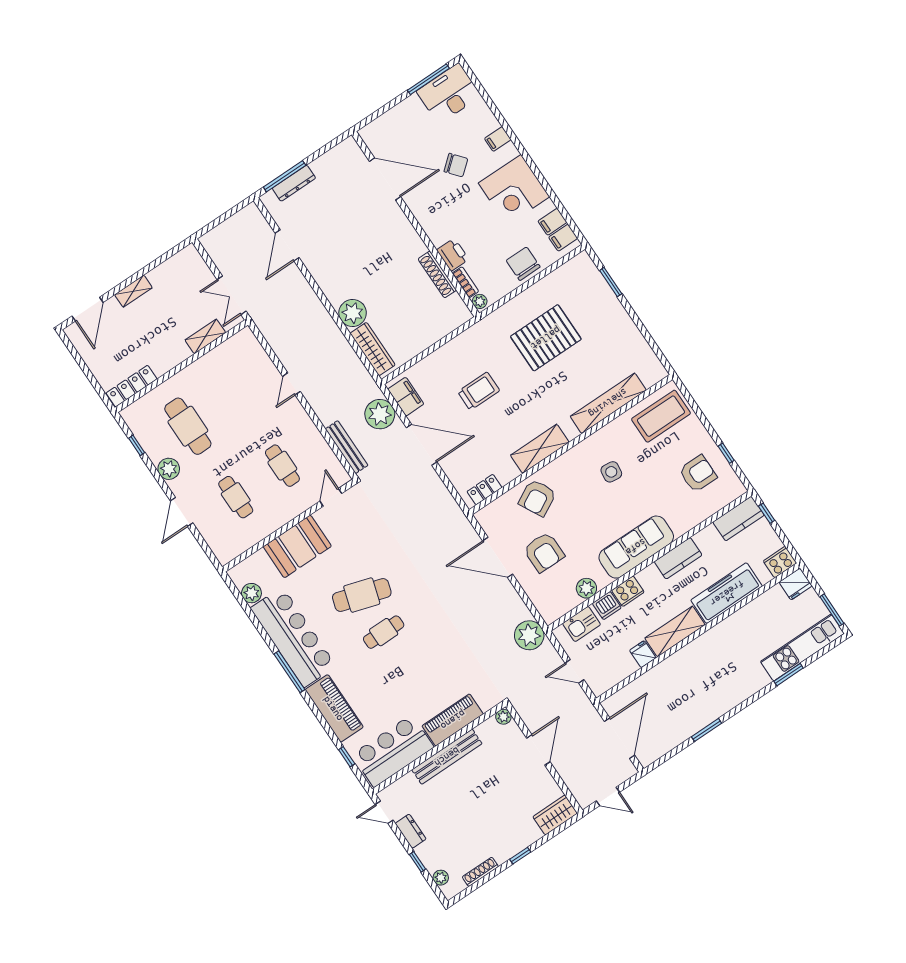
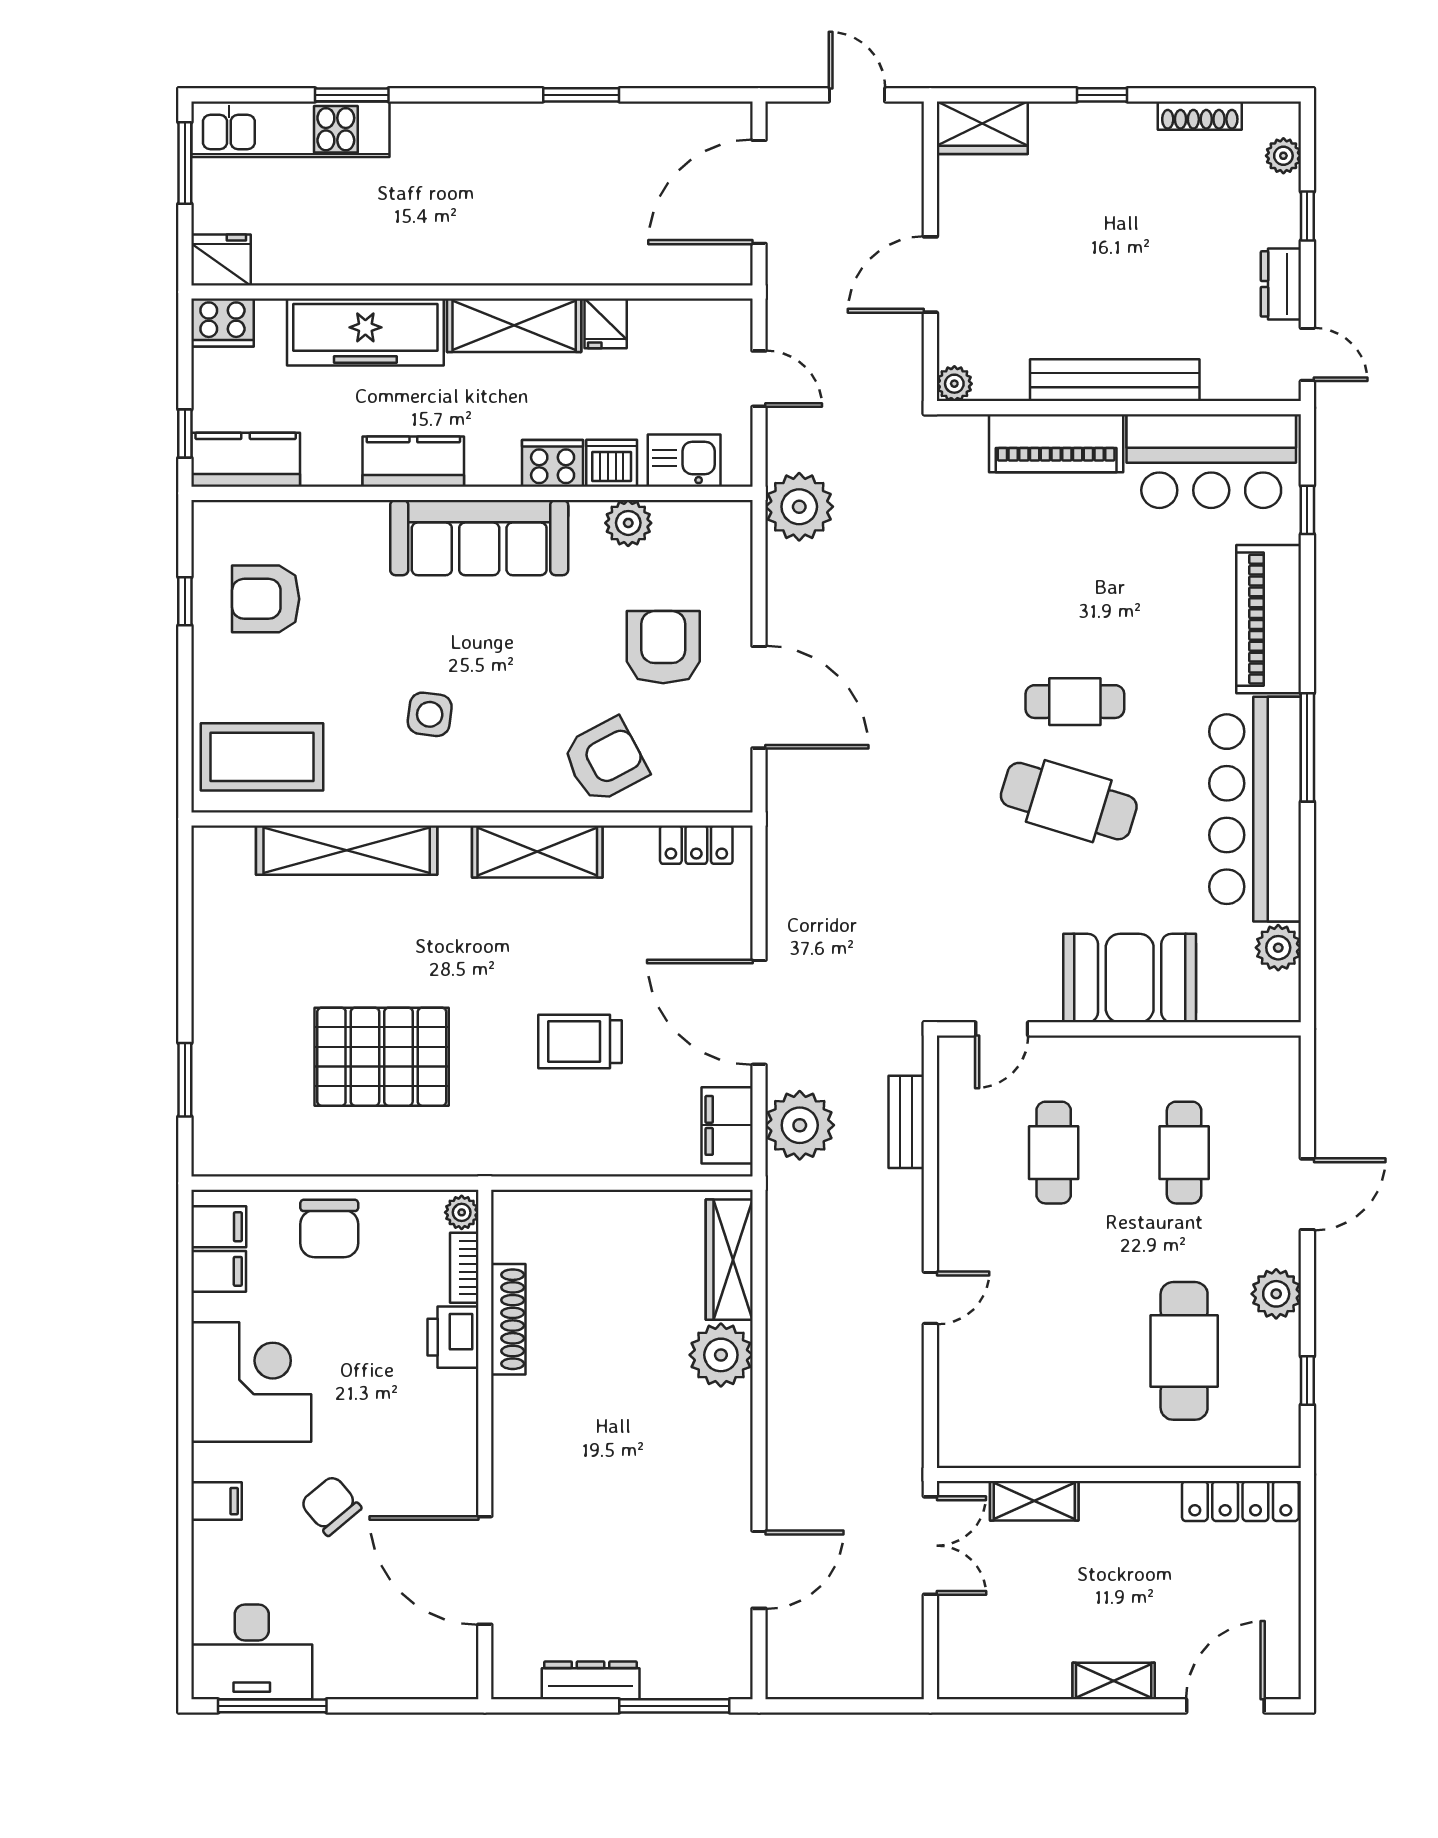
dresser: (294, 183) -> (591, 1680), moved
bench: (347, 447) -> (906, 1122), width x0.73

